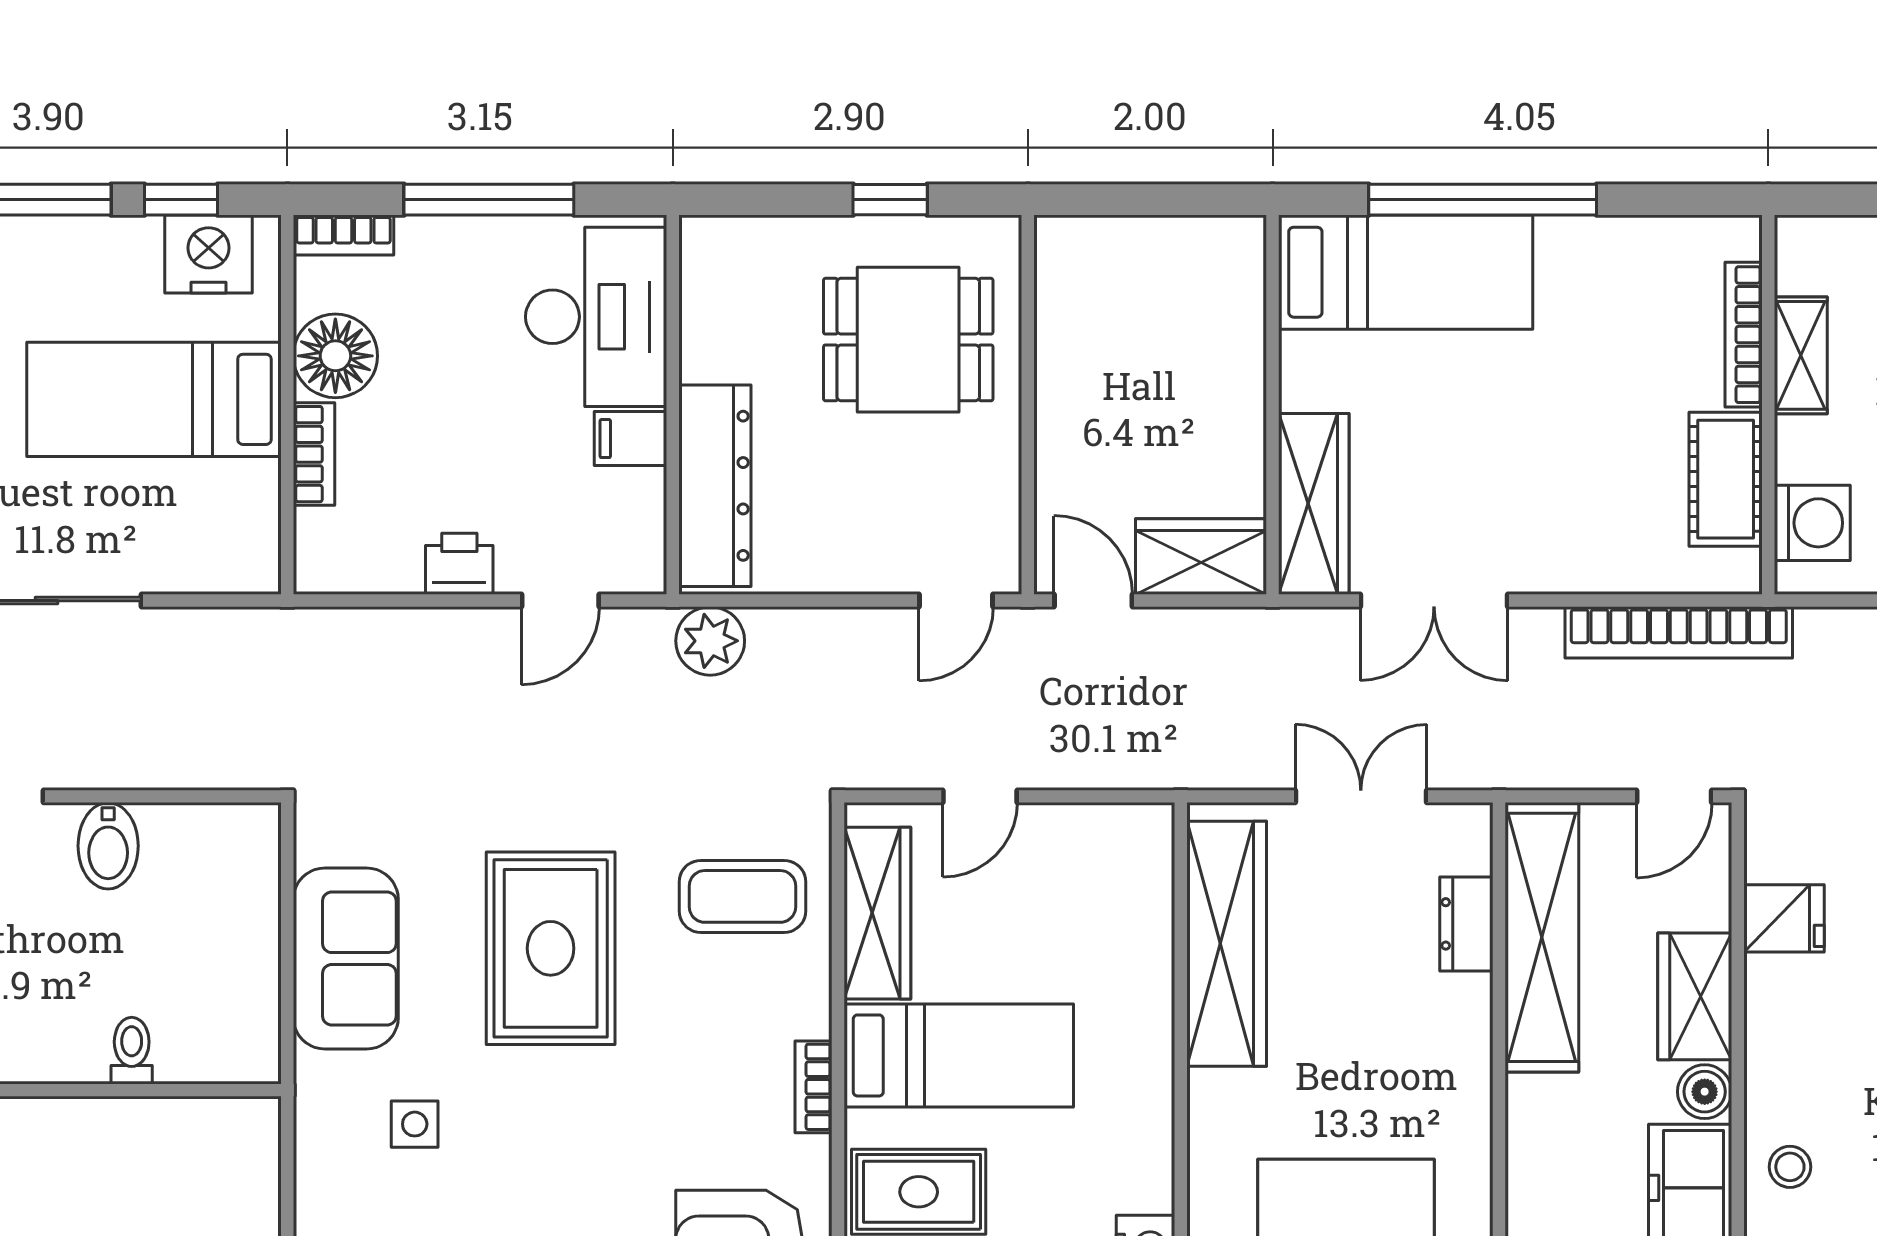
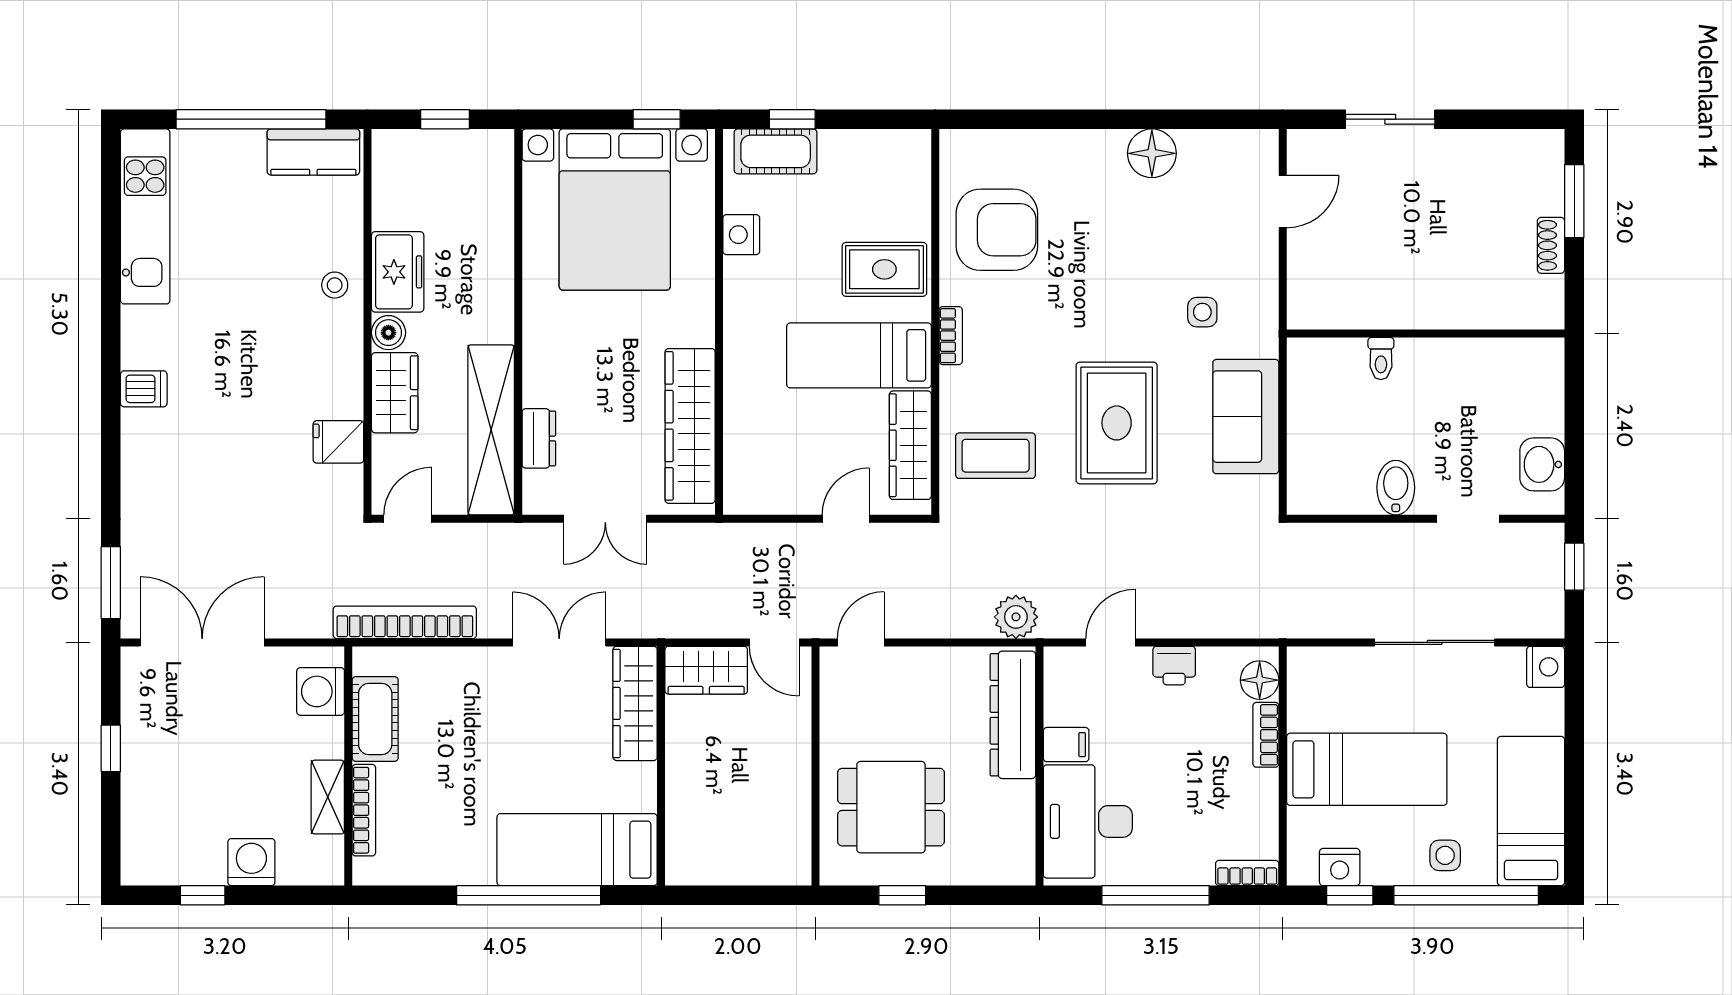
nightstand: (209, 254) -> (1340, 867), width x0.74, depth x0.75
side table: (30, 263) -> (1445, 855), added
floor lamp: (335, 356) -> (1260, 680), moved, width x0.73, depth x0.73

